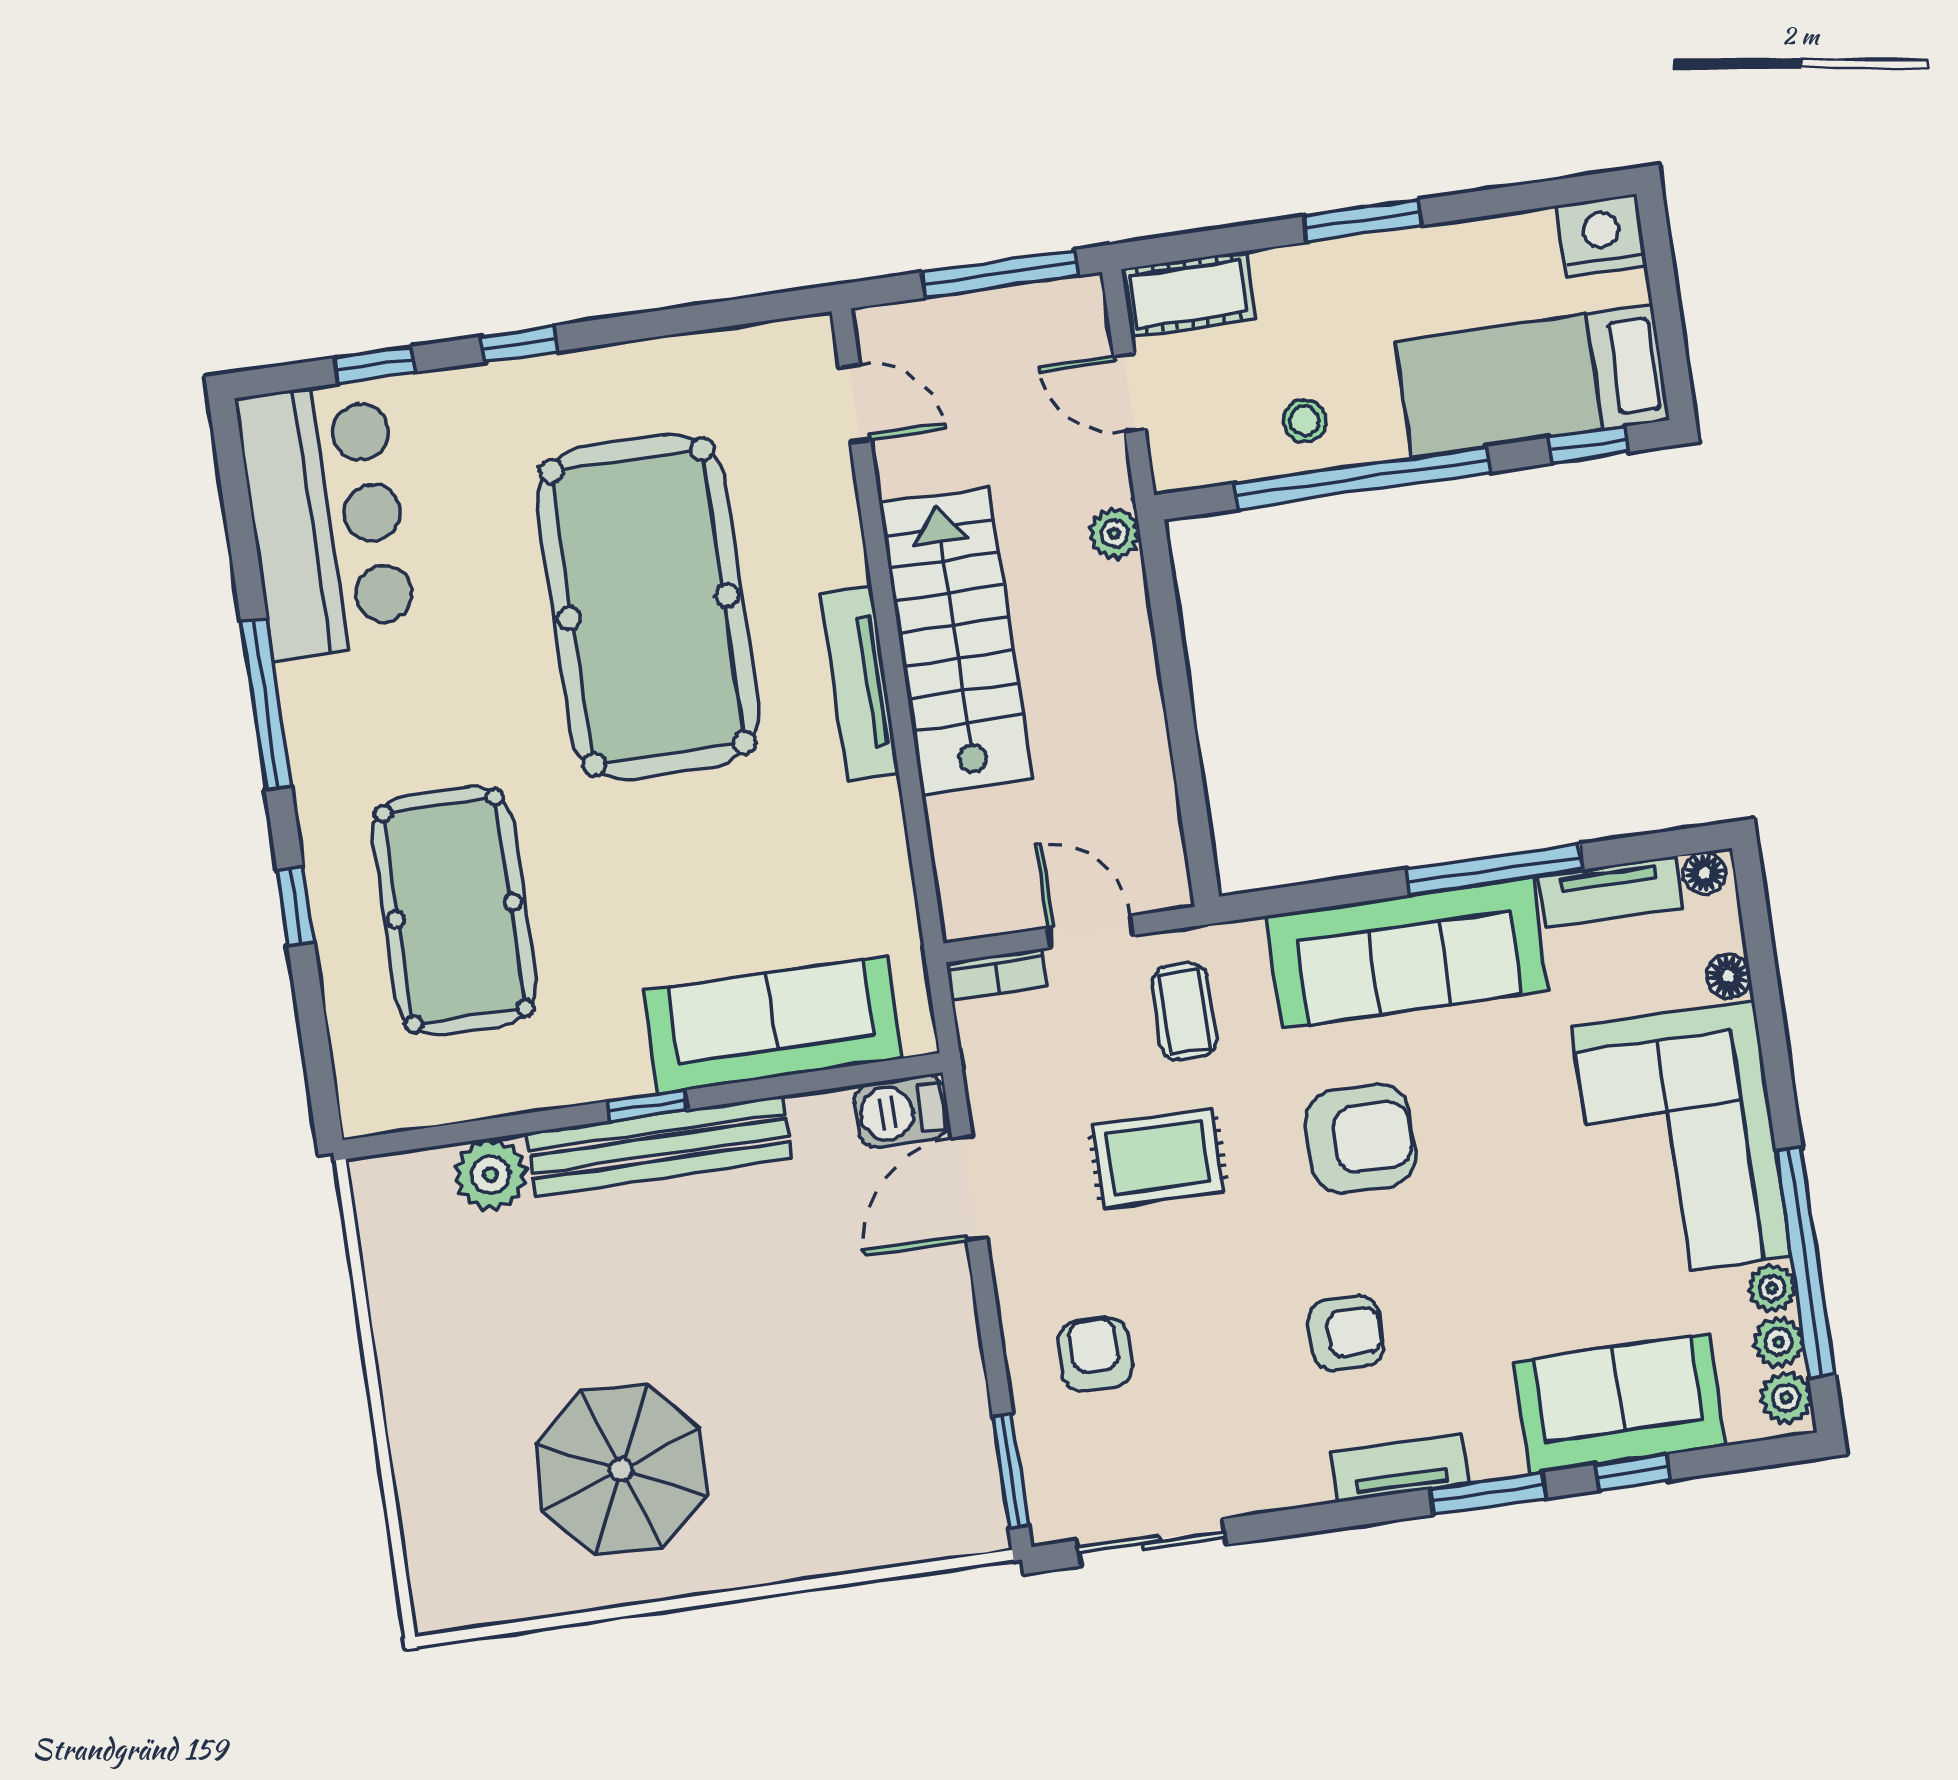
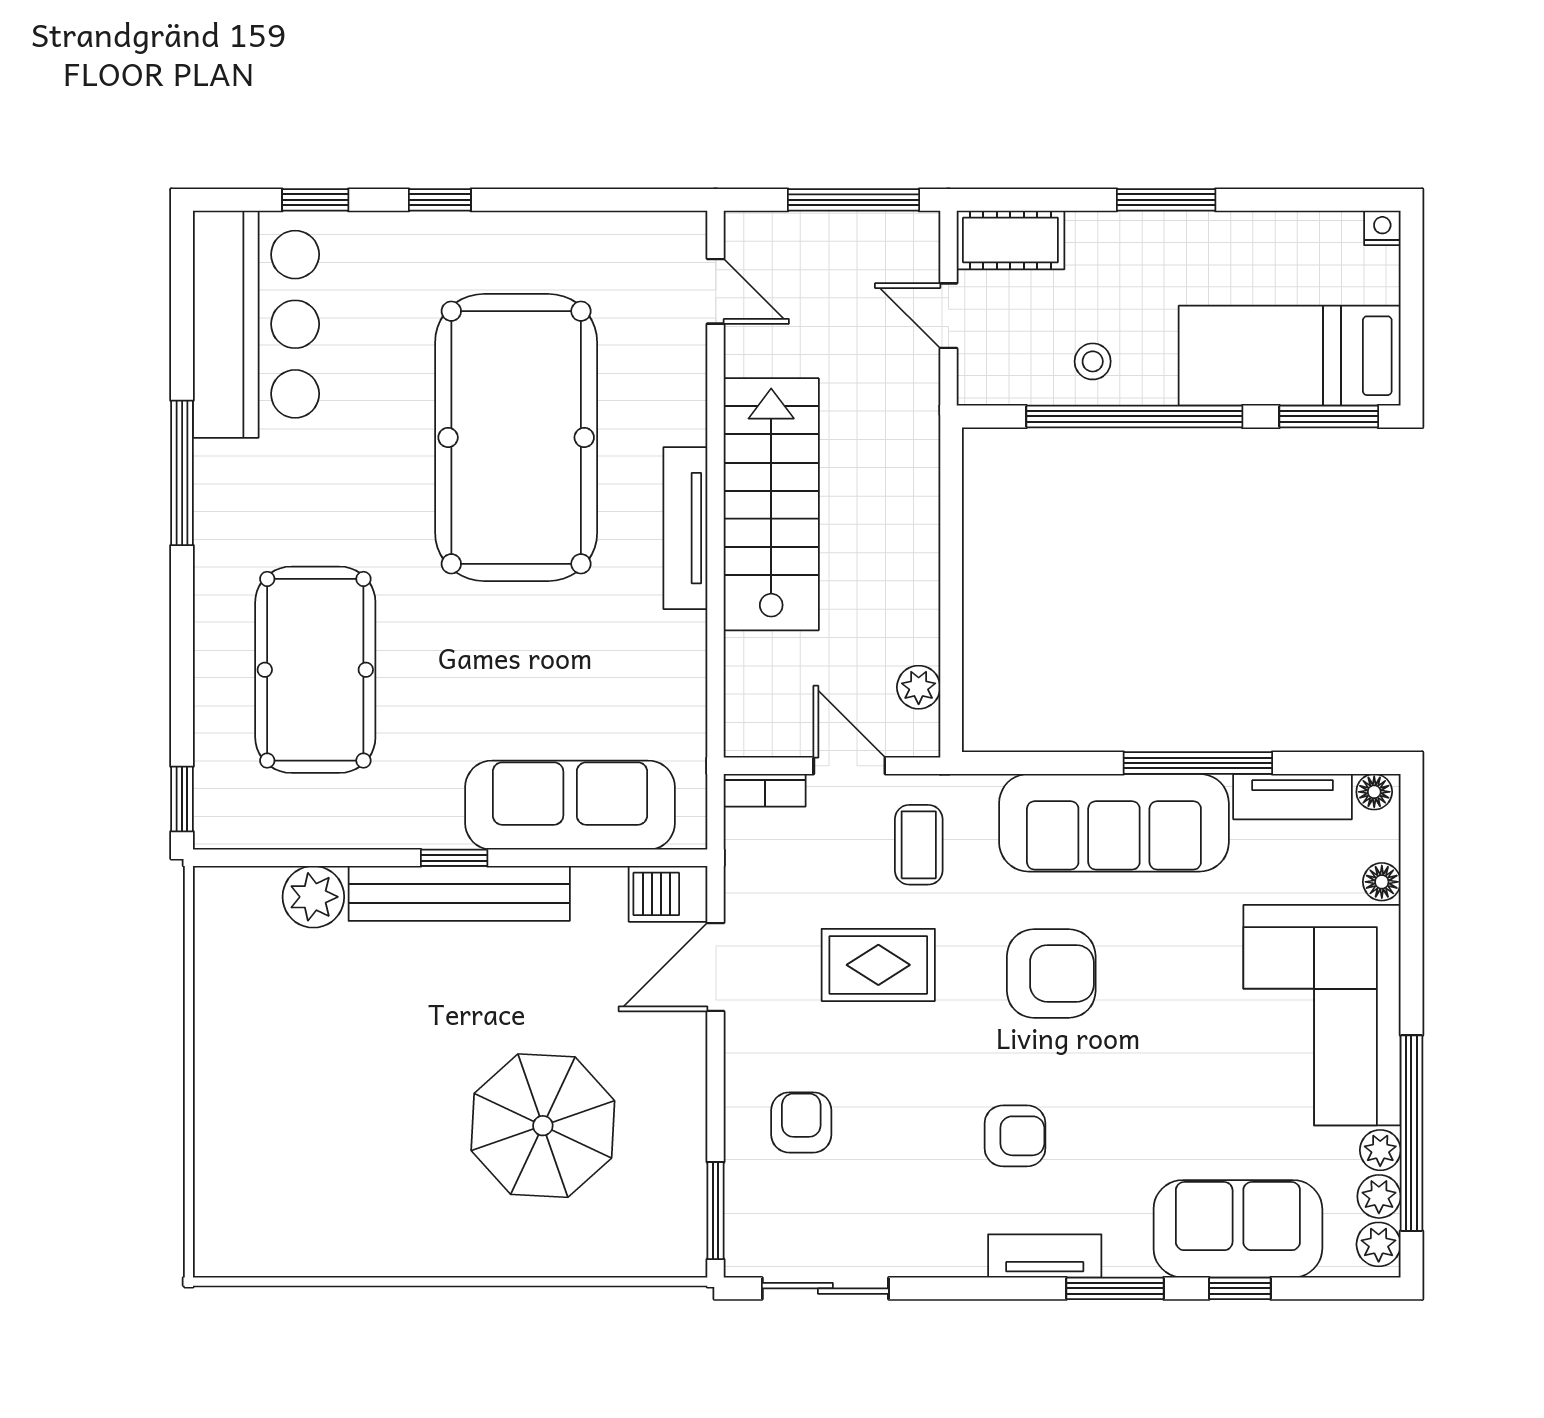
nightstand: (1602, 236) -> (1382, 228), width x0.53, depth x0.56
window: (1588, 445) -> (1329, 416), width x1.50
plant: (1115, 533) -> (919, 687), moved
window: (296, 906) -> (182, 799), moved
parasol: (621, 1470) -> (543, 1126), moved

